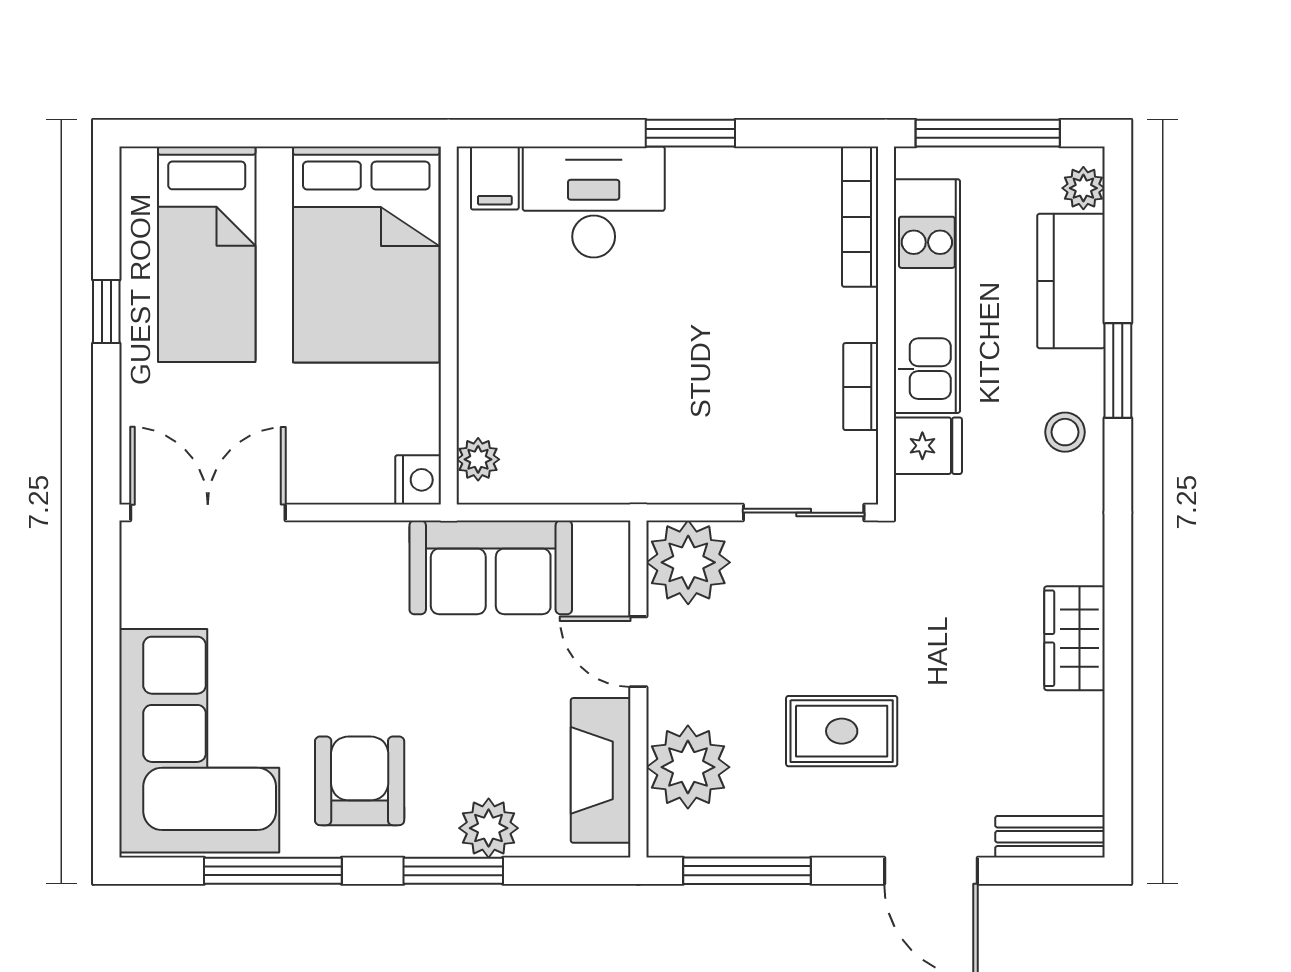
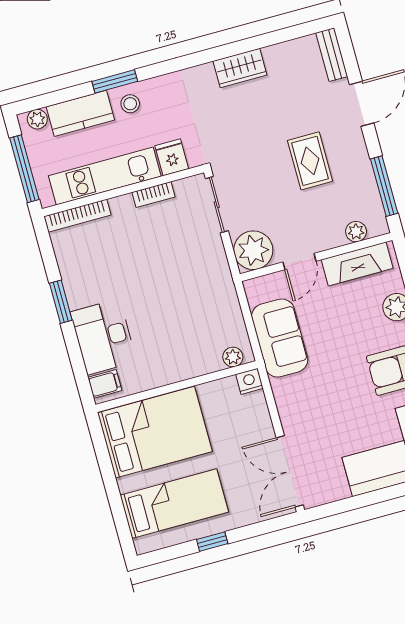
stool: (1065, 432) -> (130, 104), moved
plant: (688, 767) -> (356, 232), width x0.53, depth x0.53

